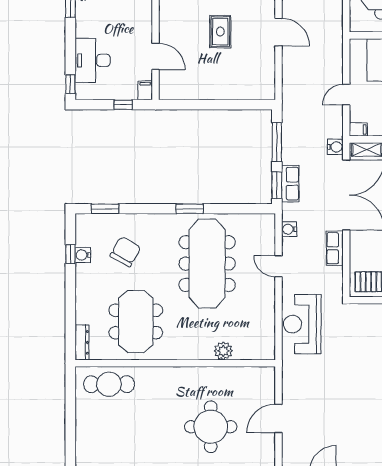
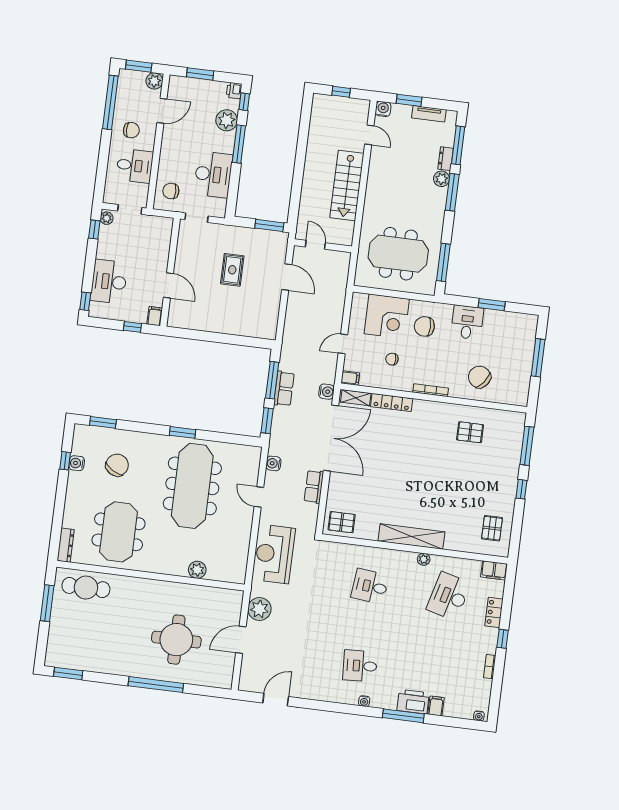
row of seats: (290, 184) -> (284, 389), moved
plant: (294, 384) -> (259, 609), added
window: (70, 406) -> (47, 603), added

